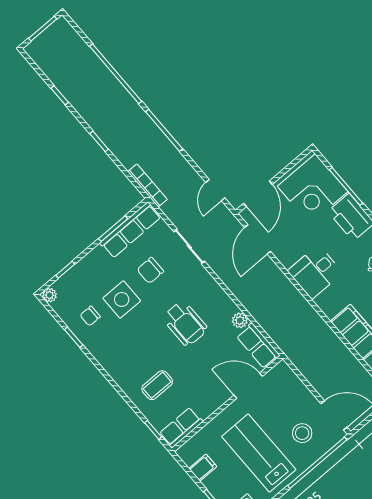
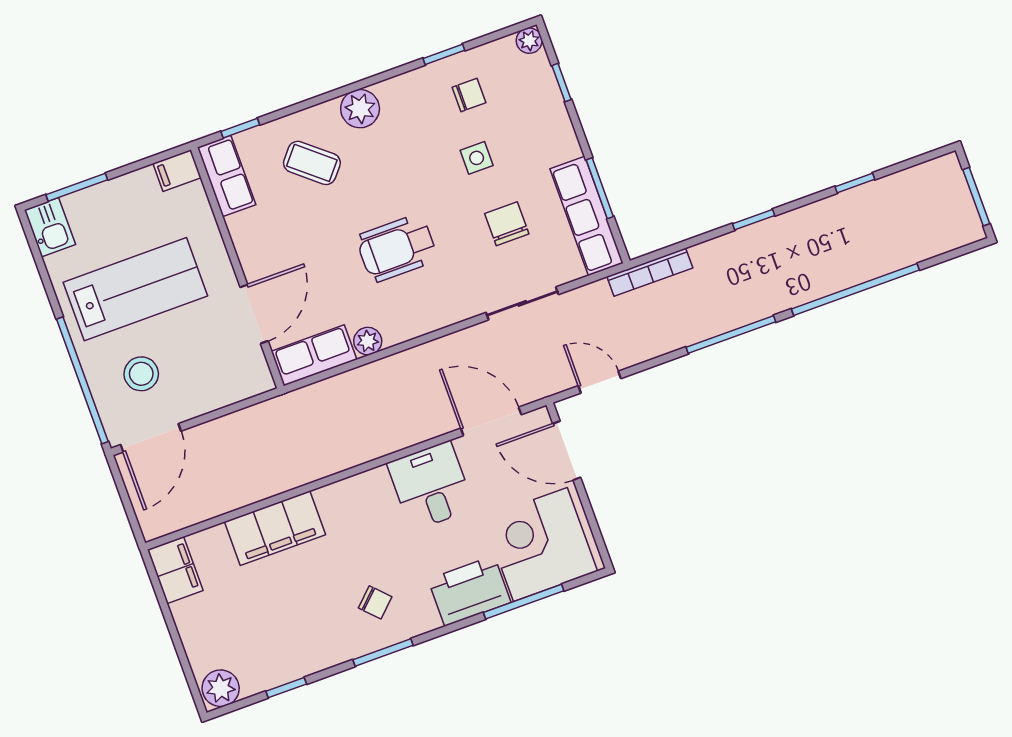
desk: (315, 272) -> (431, 486), moved
side table: (122, 299) -> (477, 158), width x0.54, depth x0.54
chair: (90, 316) -> (469, 95), turned 90
plant: (119, 371) -> (360, 109), added
coffee table: (157, 385) -> (312, 163), turned -50
filing cabinet: (203, 468) -> (177, 171), moved, turned 90

